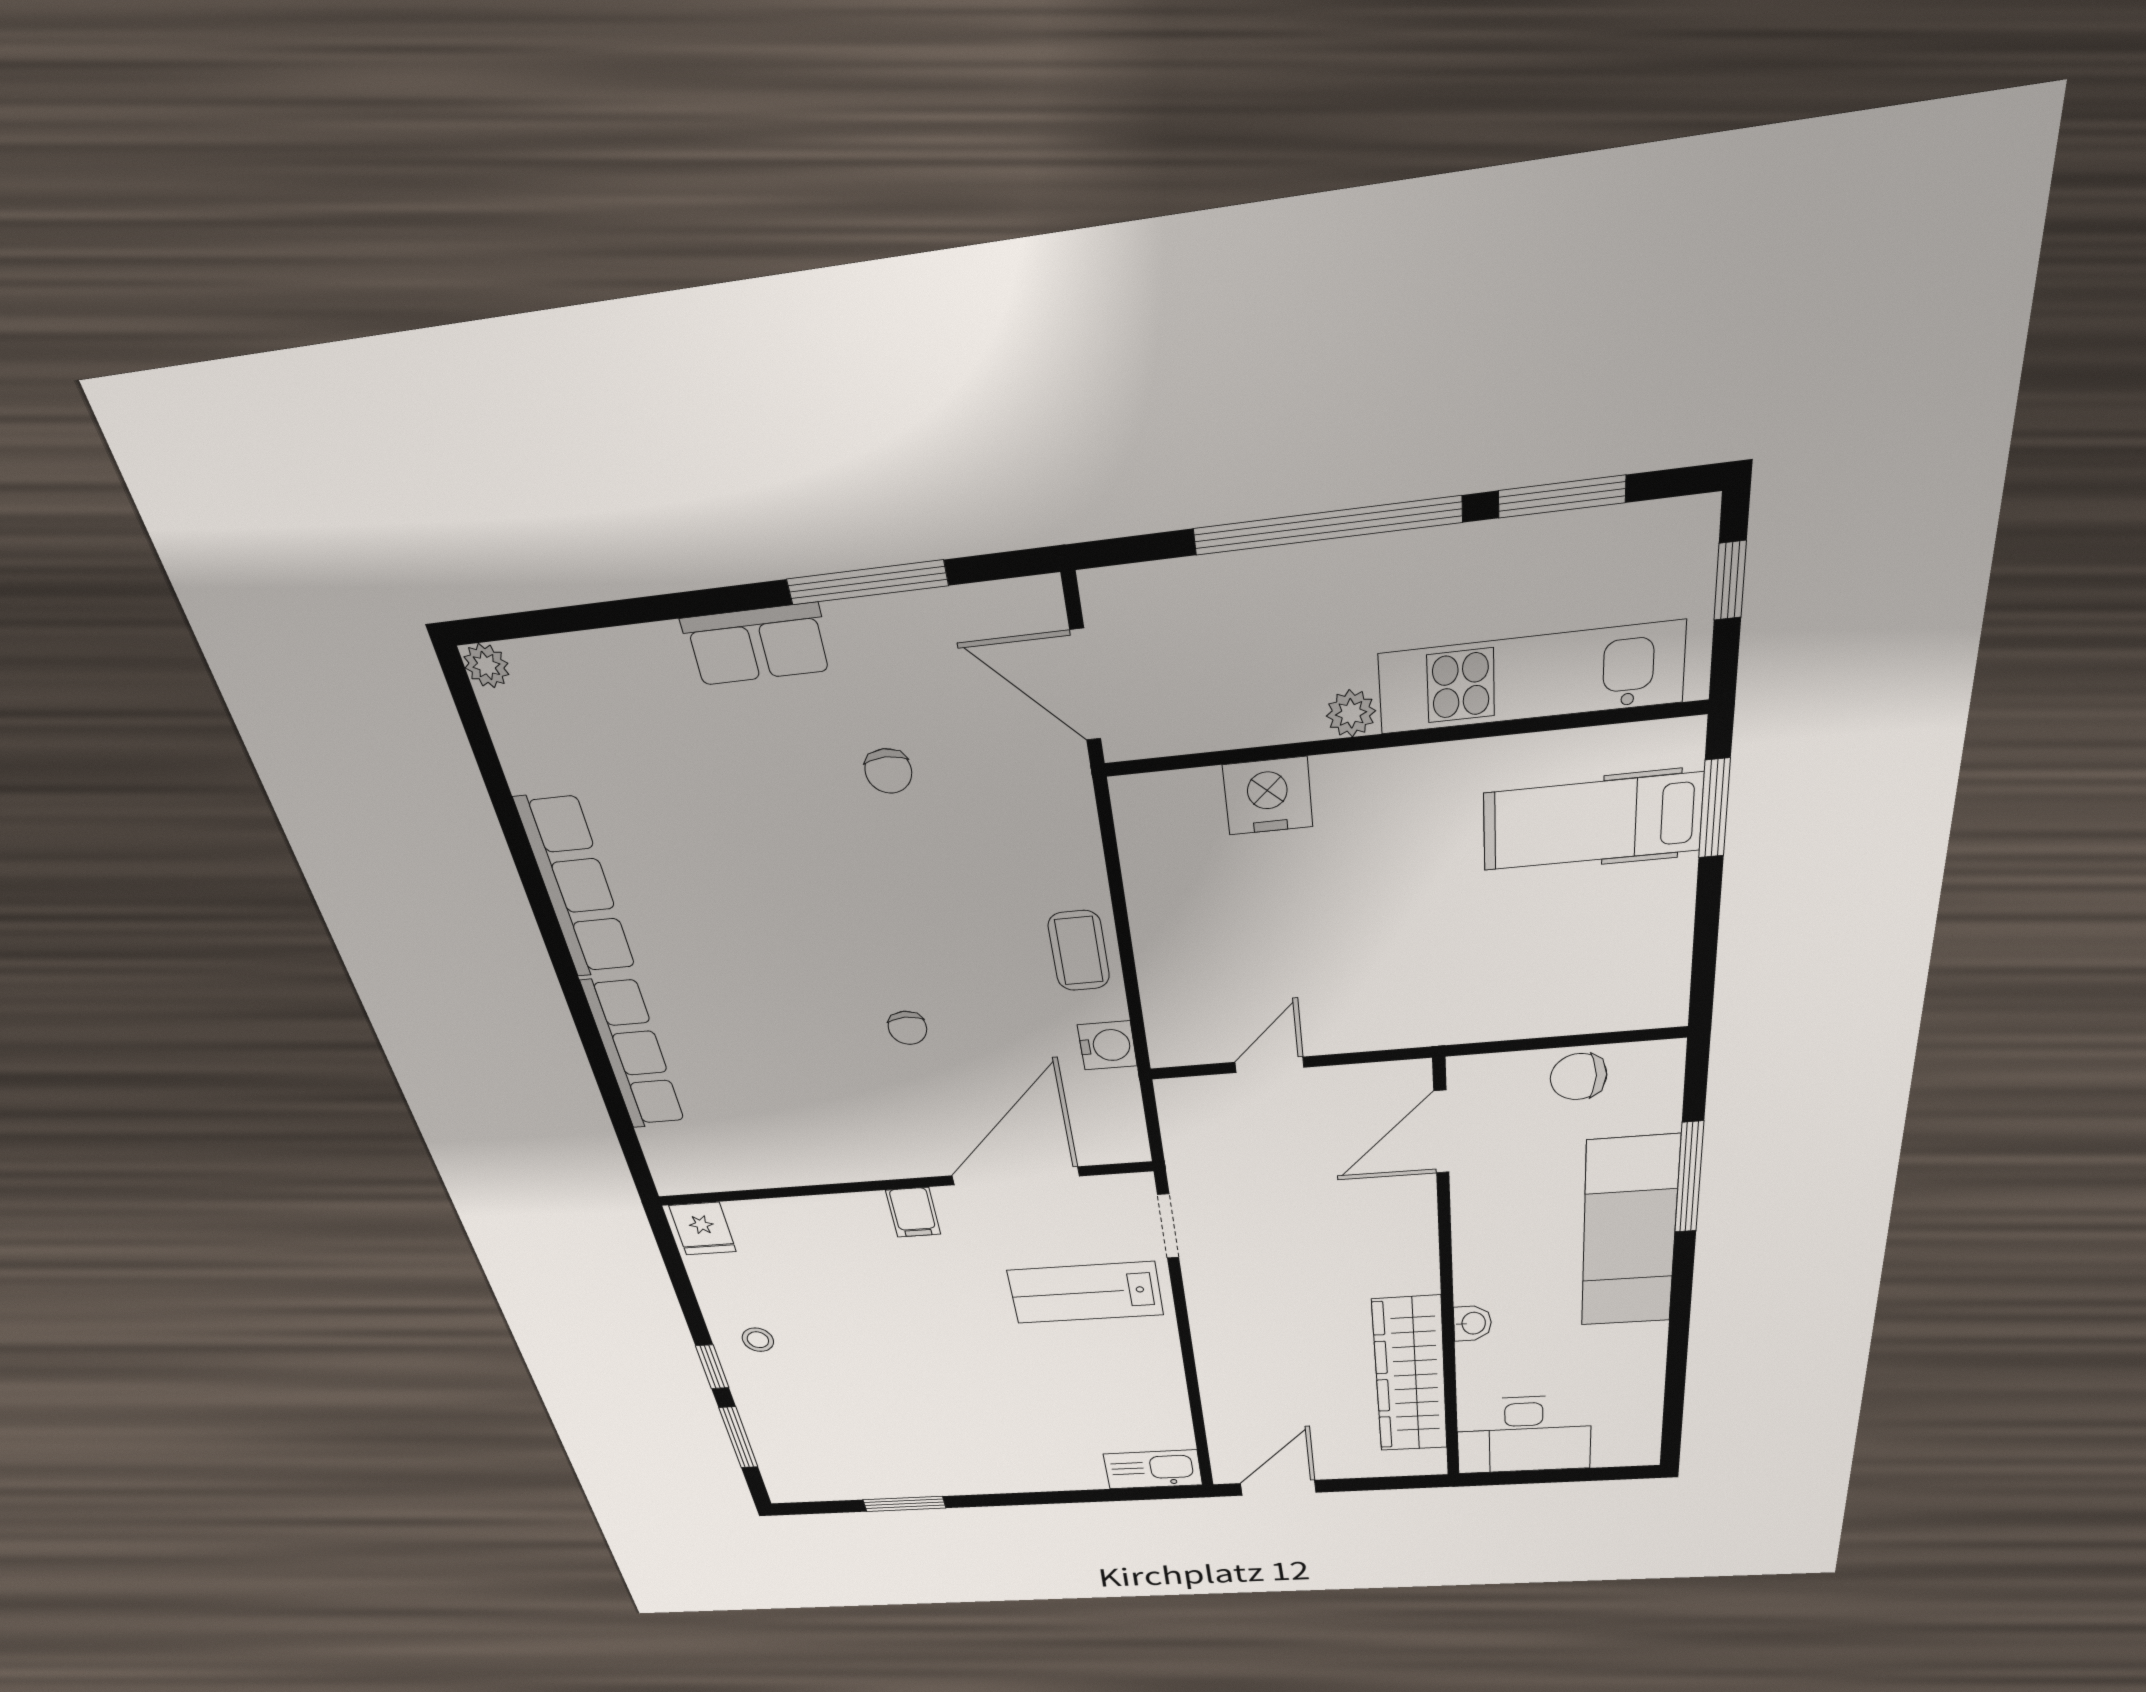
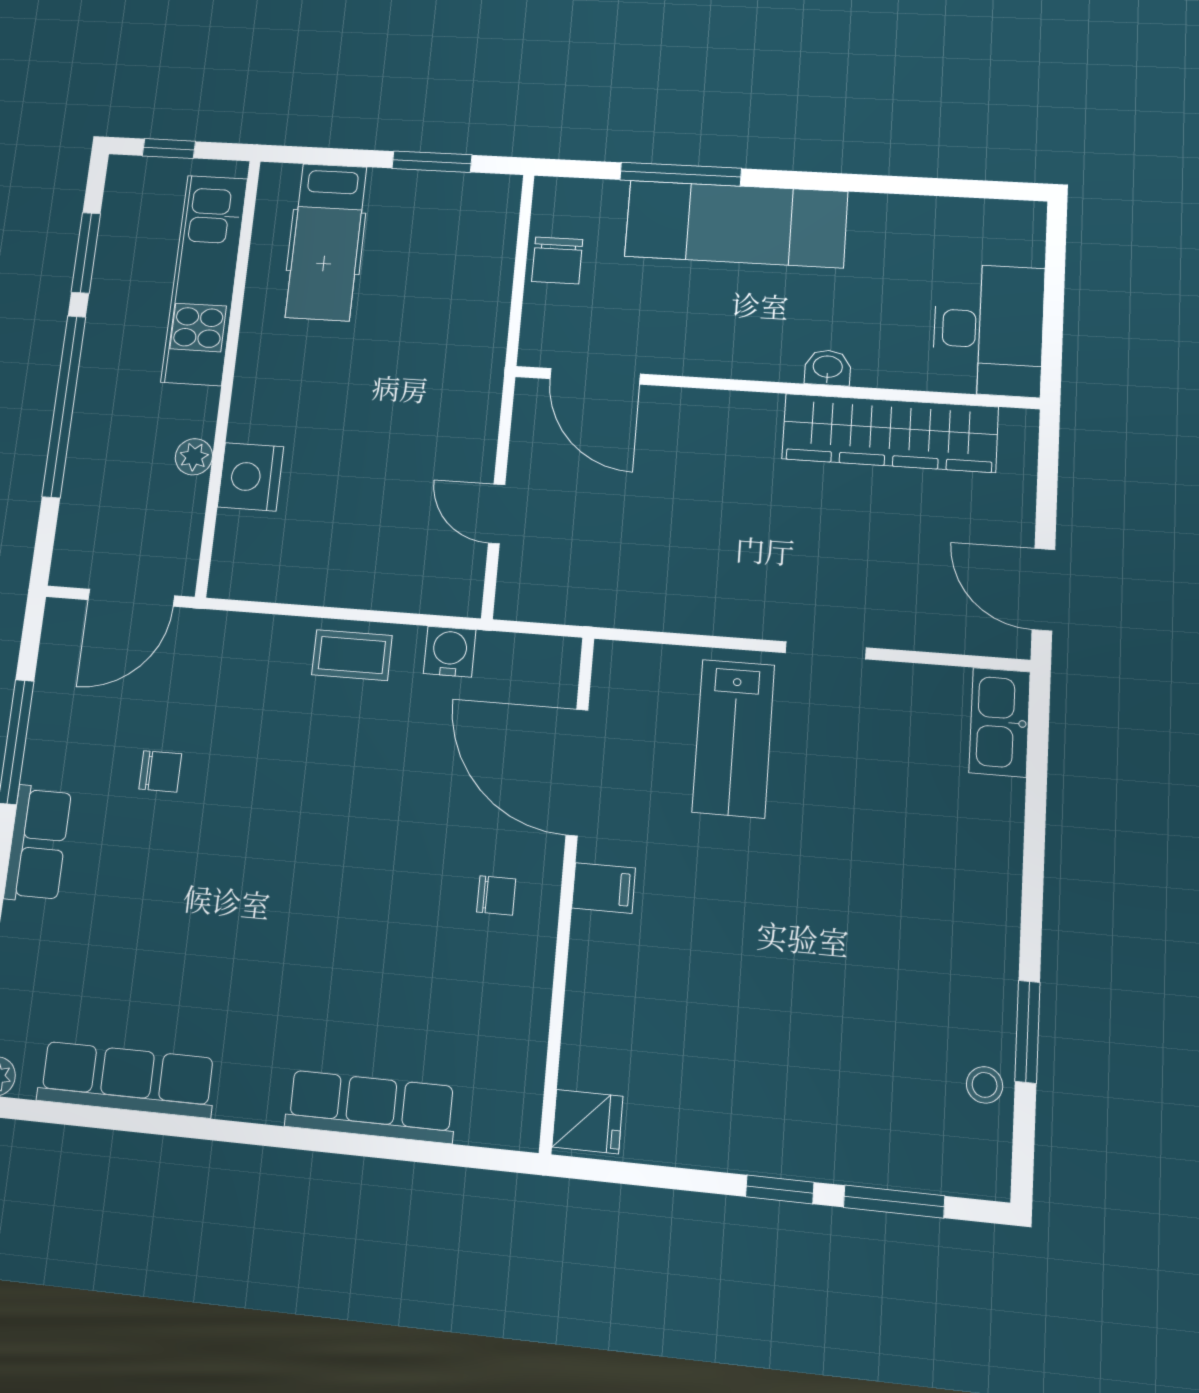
plant: (1351, 713) -> (194, 457), moved
window: (1714, 808) -> (432, 162), moved
row of seats: (576, 886) -> (127, 1080), moved
chair: (907, 1028) -> (496, 895), moved
doorway: (1168, 1226) -> (826, 650), moved
stool: (758, 1340) -> (985, 1085), moved

